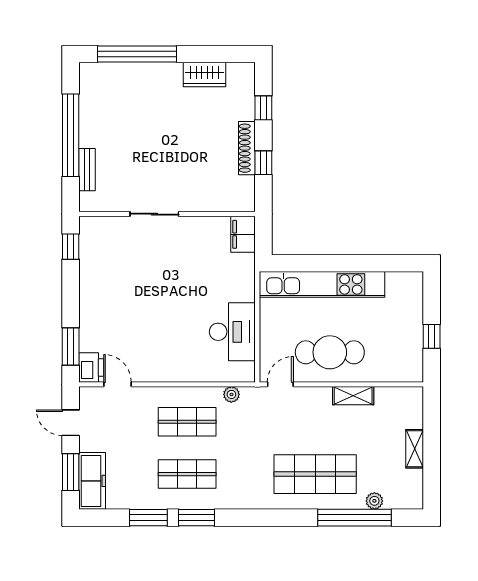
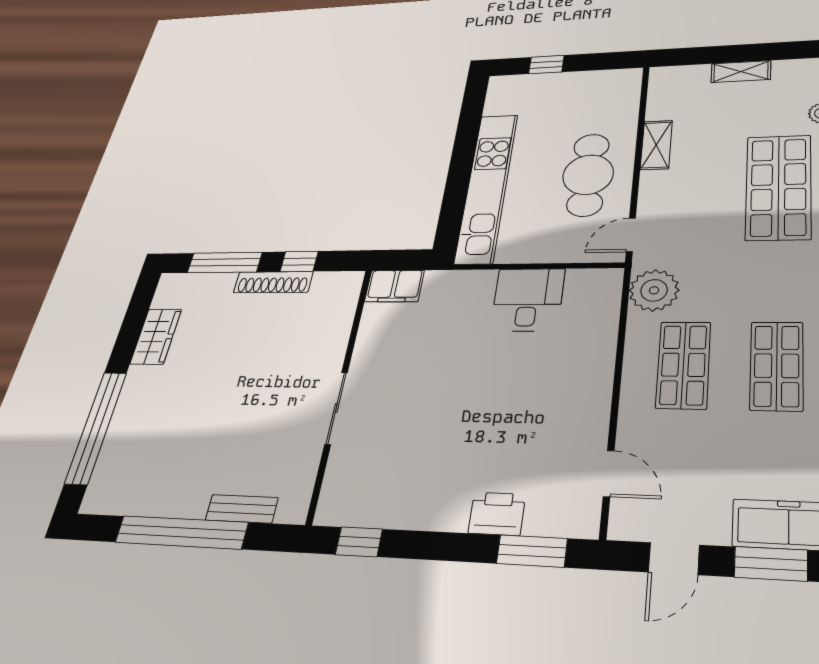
window: (263, 108) -> (225, 262), width x2.17
desk: (232, 332) -> (528, 300), width x0.73
window: (432, 336) -> (546, 65), moved
printer: (91, 367) -> (497, 514), moved
door: (117, 384) -> (609, 474), swing flipped
door: (280, 384) -> (631, 235), hinge flipped
plant: (231, 394) -> (654, 290), width x1.87, depth x1.87

